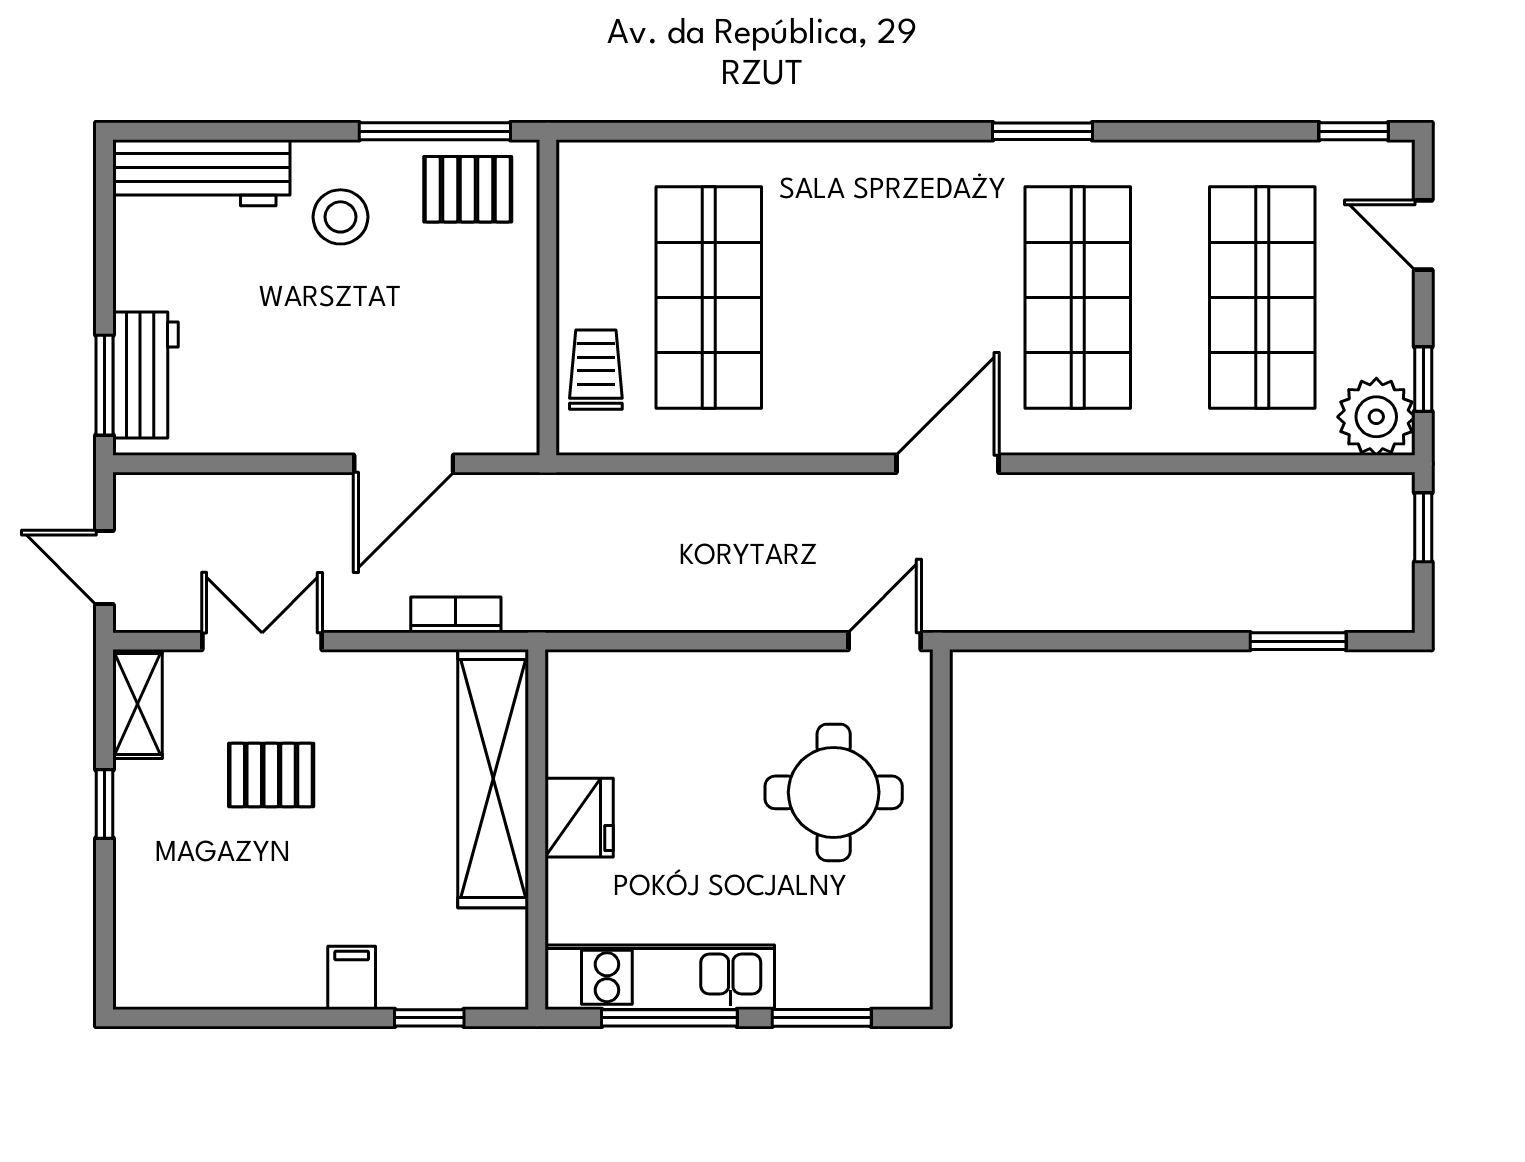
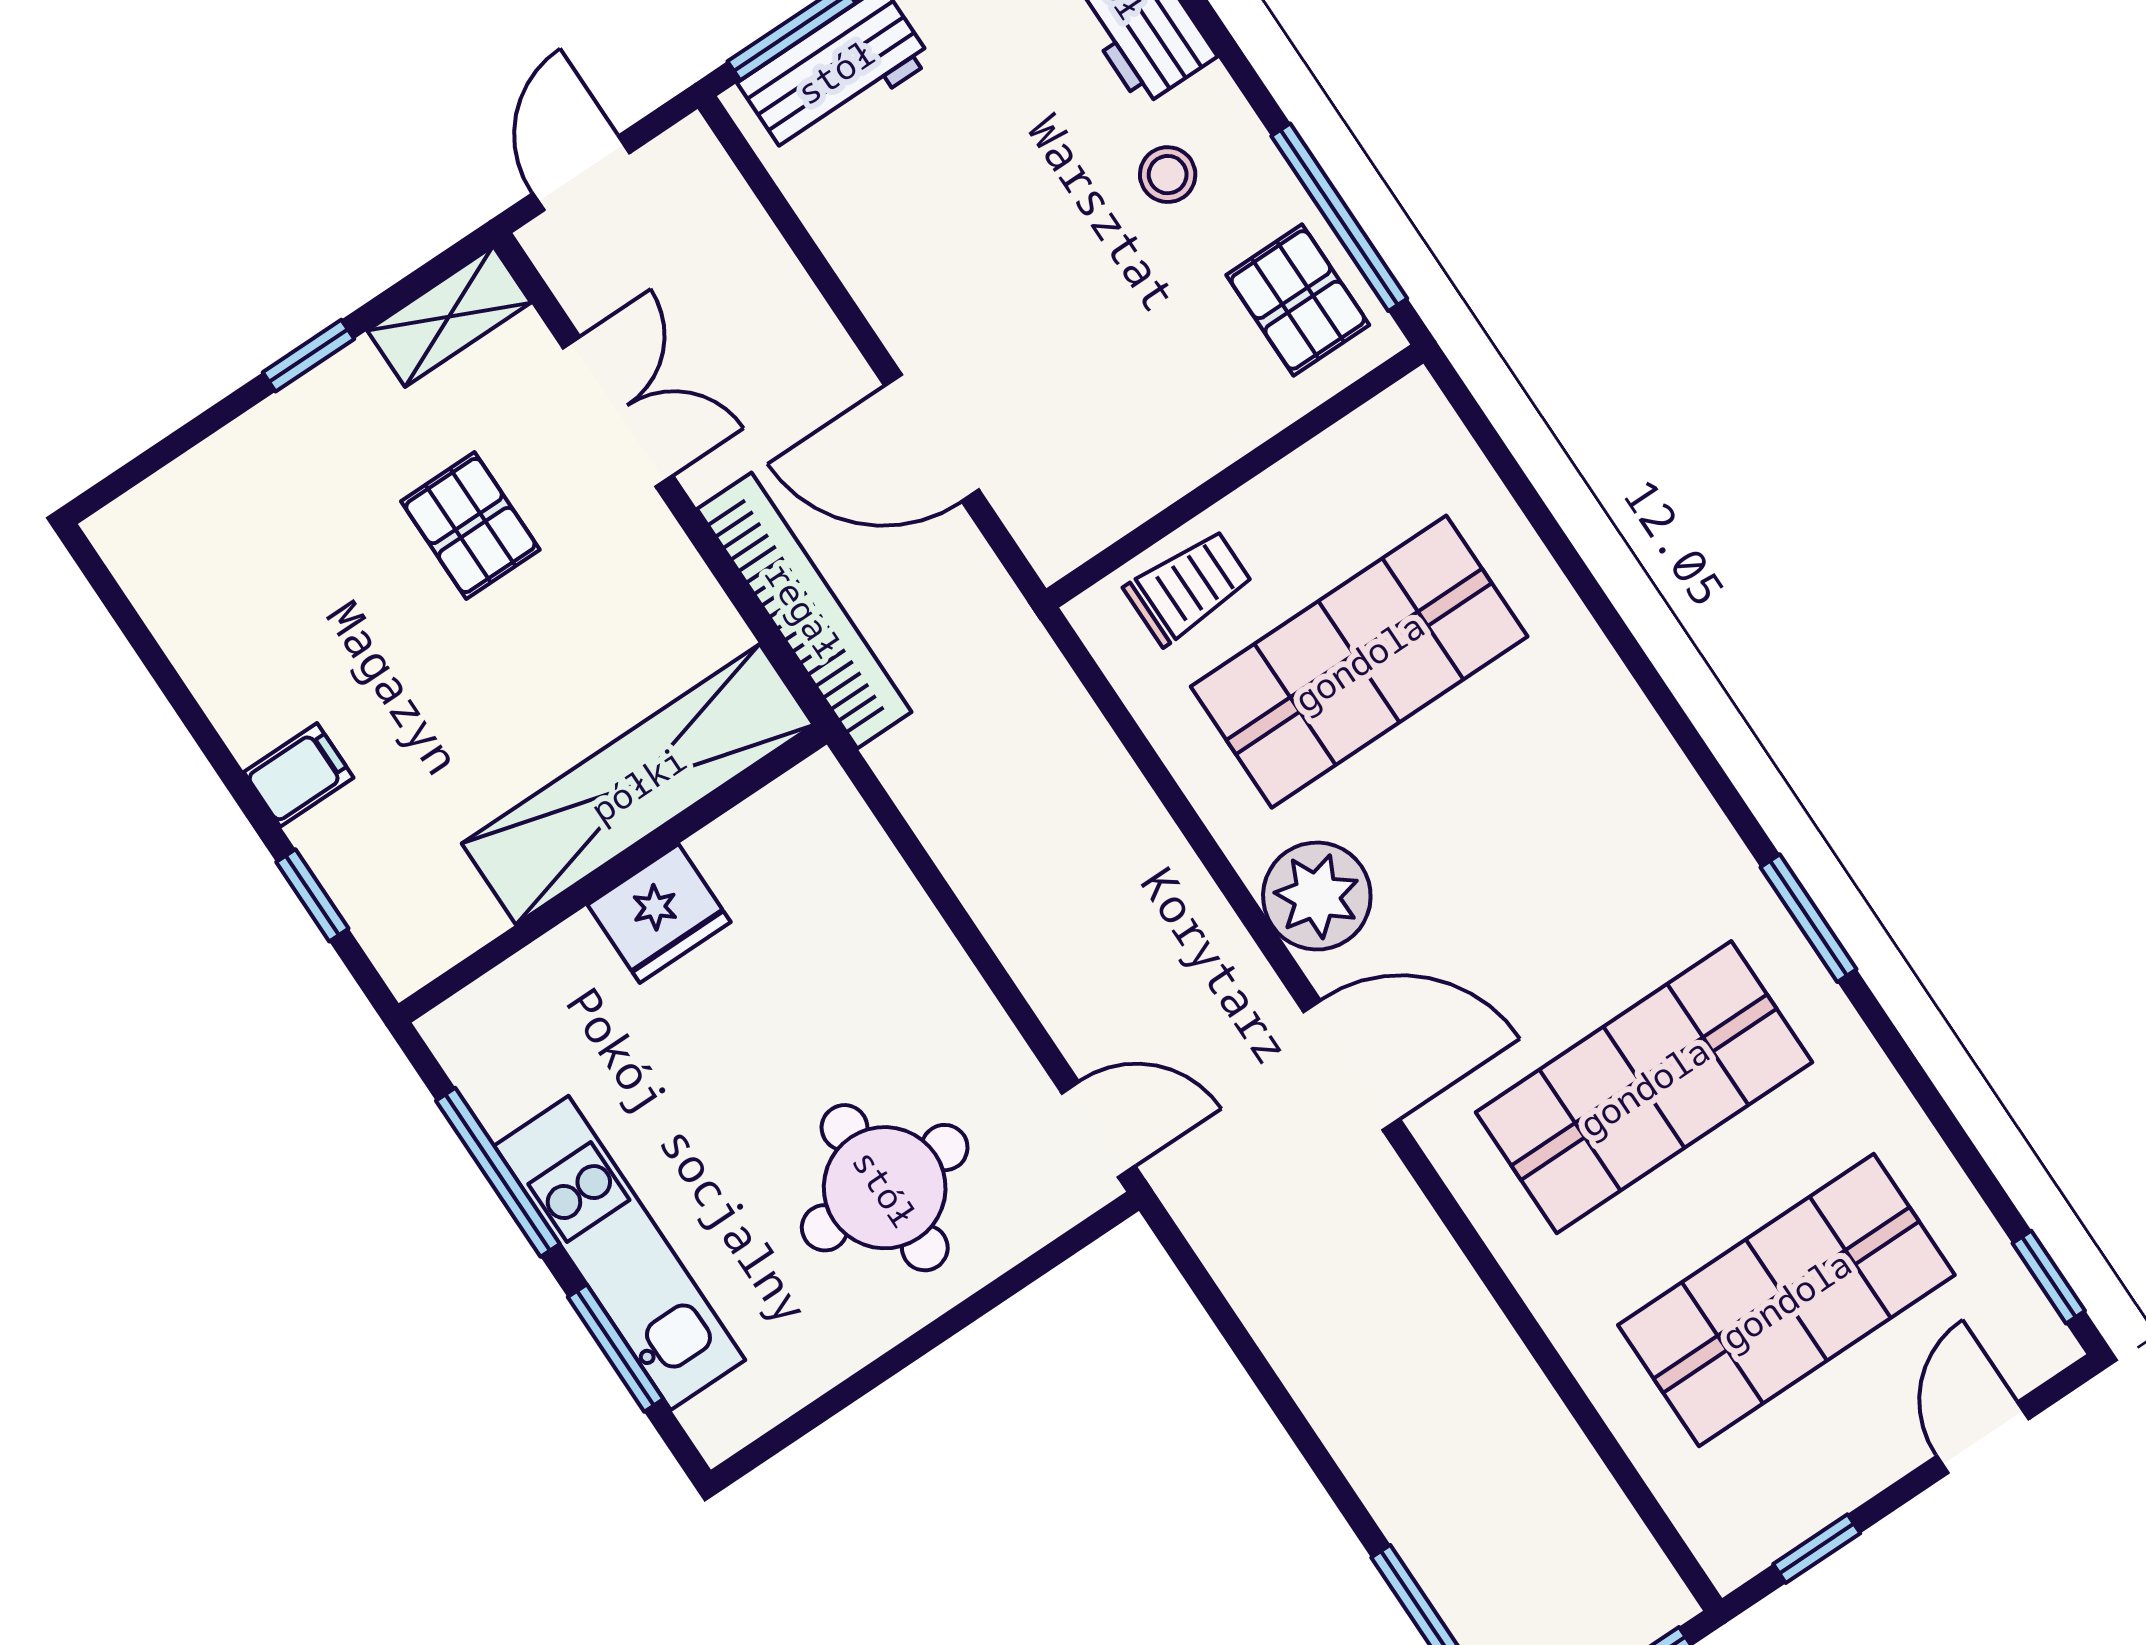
stool: (341, 217) -> (1168, 175), width x0.73, depth x0.73
plant: (1376, 417) -> (1317, 896), moved
bookcase: (456, 615) -> (804, 610), width x2.31, depth x1.31
kitchen unit: (660, 977) -> (620, 1253), moved

